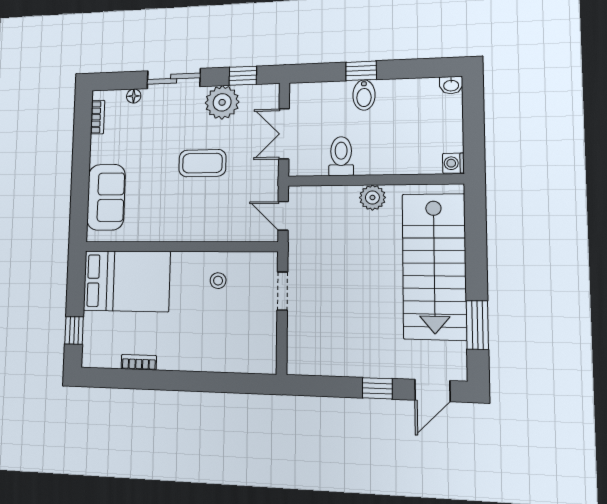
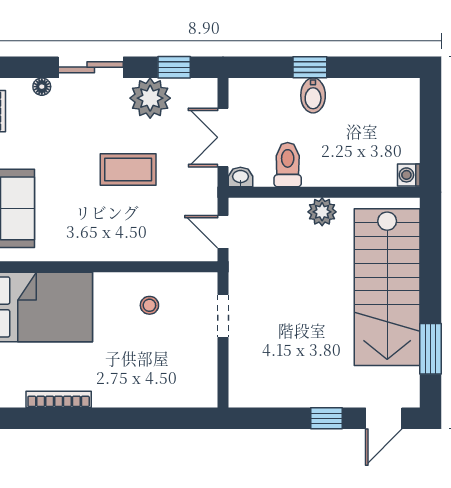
washbasin: (451, 85) -> (240, 177), moved, turned 180
bookcase: (139, 362) -> (59, 399), width x1.56

